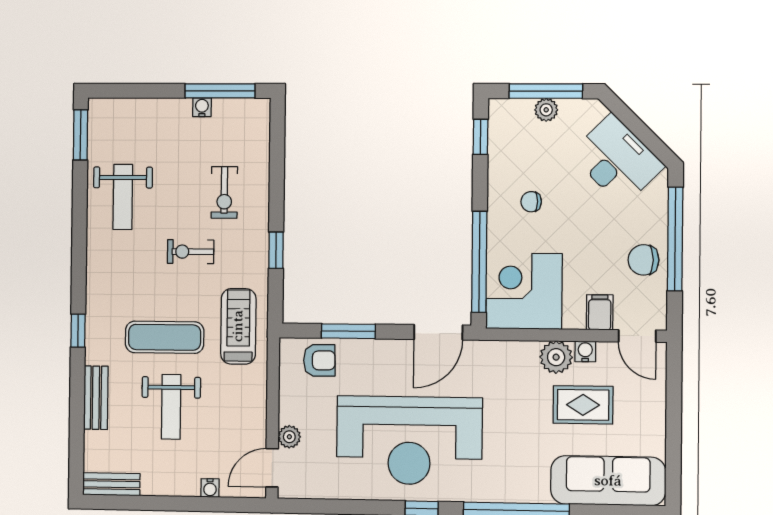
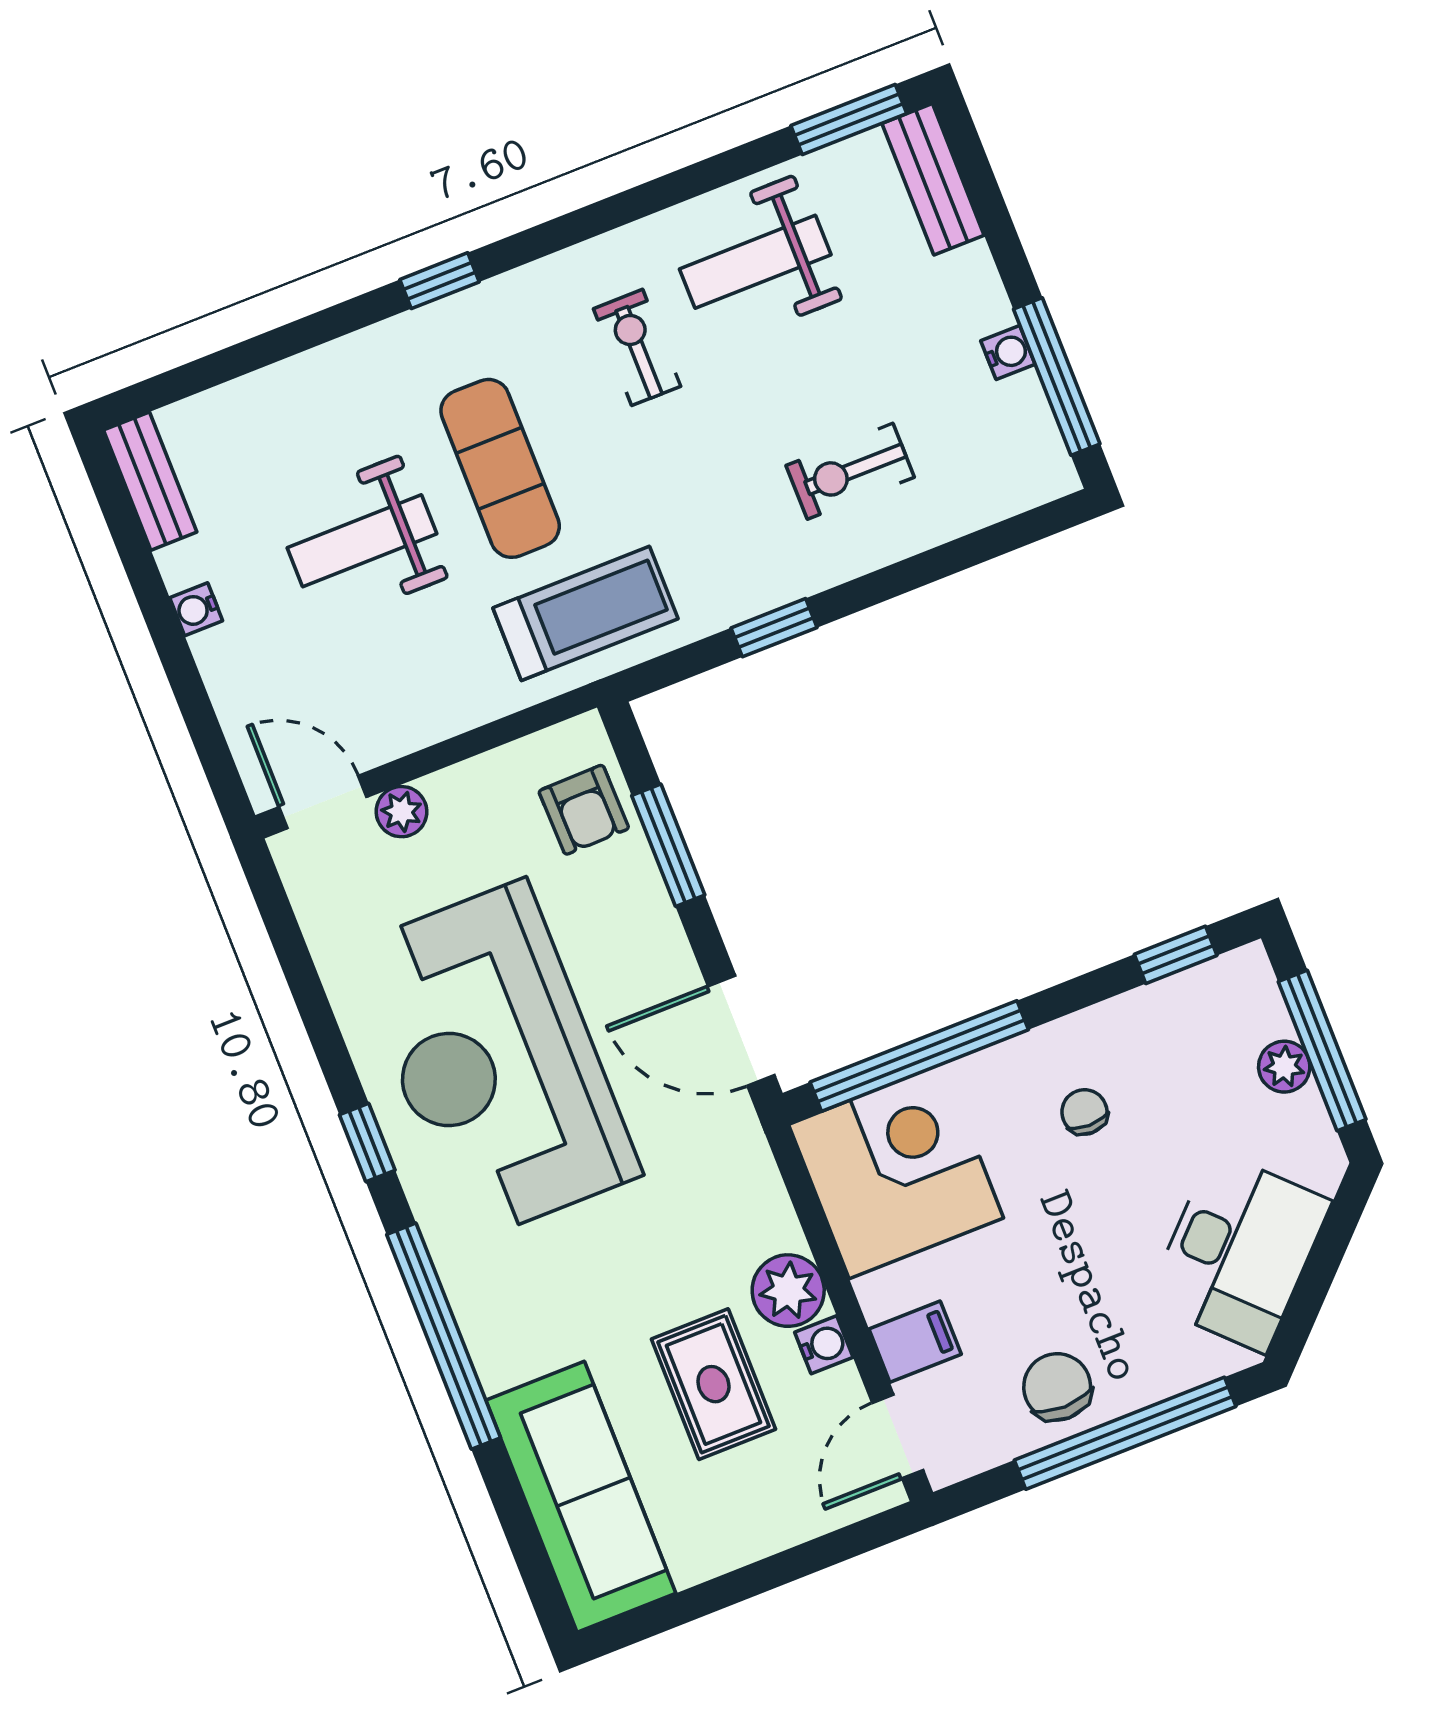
exercise bike: (191, 252) -> (637, 347), moved
bench: (96, 398) -> (933, 179), moved, turned 90
water cooler: (210, 488) -> (196, 609), moved

